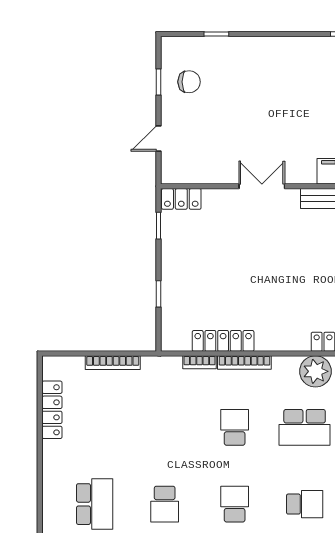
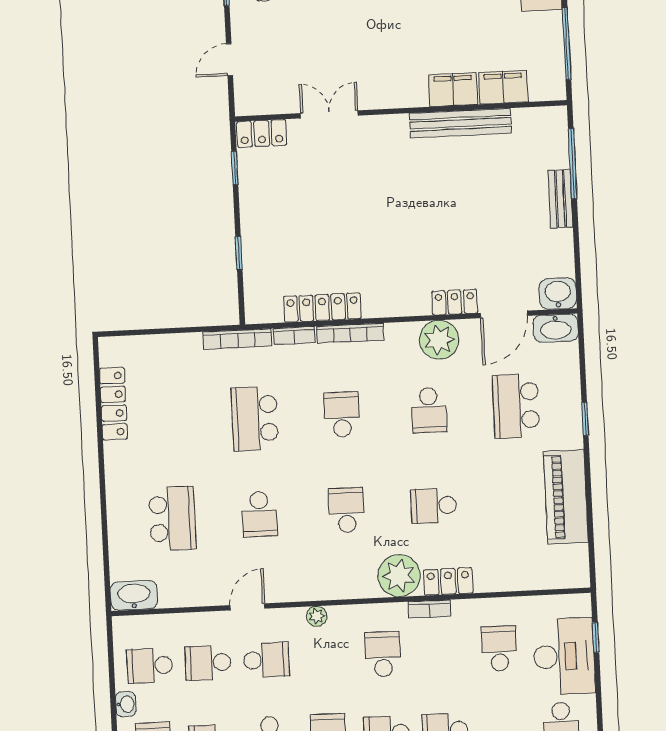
double door: (262, 186) -> (329, 114), moved
bookcase: (113, 363) -> (237, 339), moved
school desk: (165, 427) -> (255, 419), added
school desk: (305, 427) -> (429, 410), width x0.54
school desk: (305, 504) -> (434, 506), turned 180

